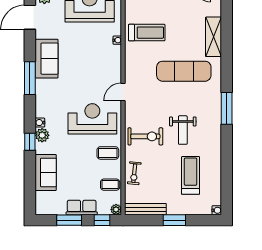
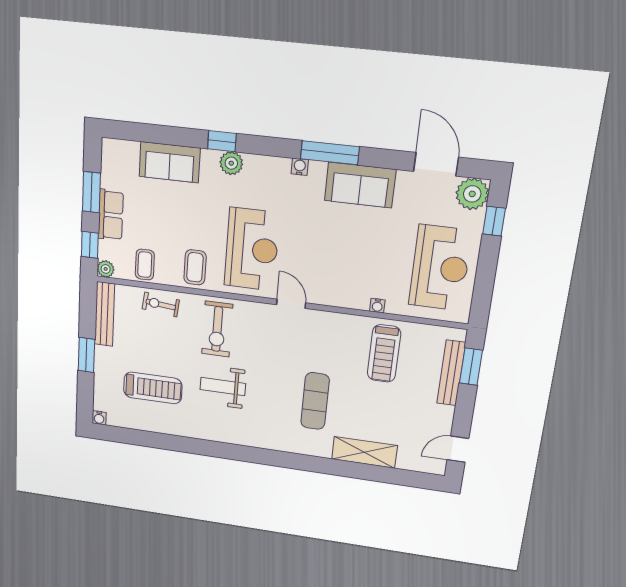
exercise mat: (184, 71) -> (315, 401), width x0.73, depth x0.69
window: (227, 108) -> (251, 455), removed
water cooler: (40, 123) -> (300, 167), moved

